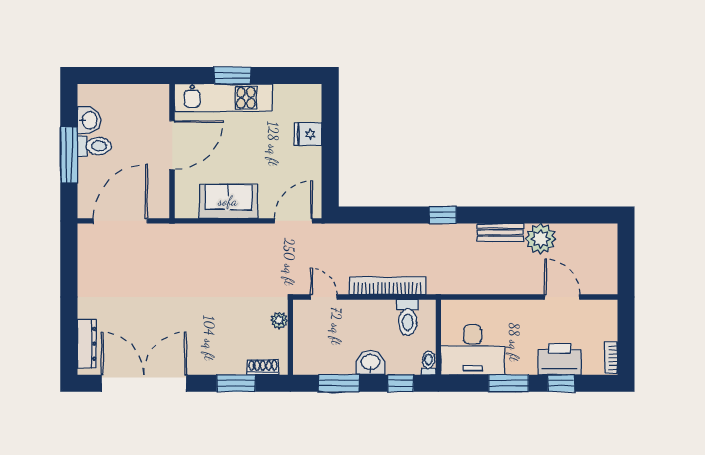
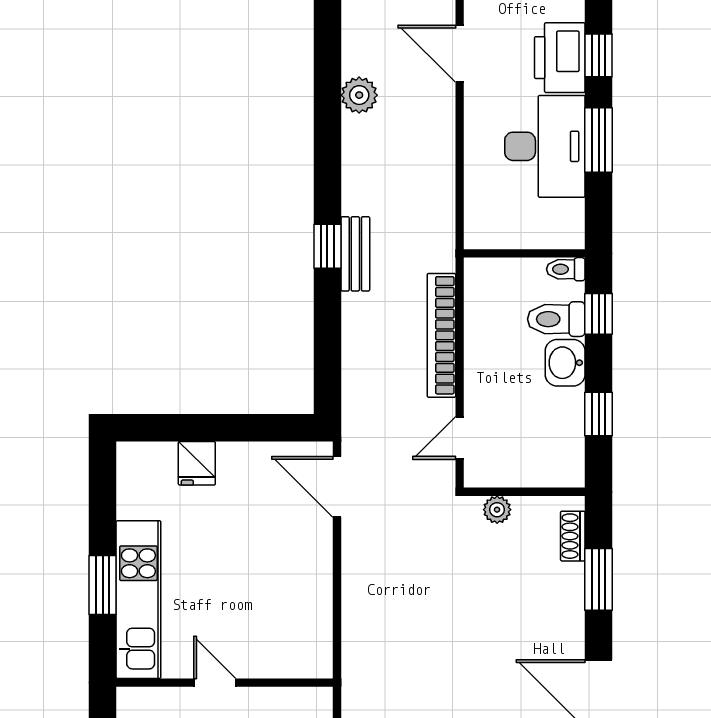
door: (172, 145) -> (215, 683), width x0.53
sofa: (228, 201) -> (305, 592), removed
bench: (500, 232) -> (355, 254), moved
plant: (541, 239) -> (359, 95), width x0.73, depth x0.73
door: (562, 297) -> (460, 54), hinge flipped
toilet: (408, 317) -> (556, 319), moved, turned 180
desk: (472, 350) -> (545, 146), moved
window: (339, 383) -> (599, 414), width x0.67

